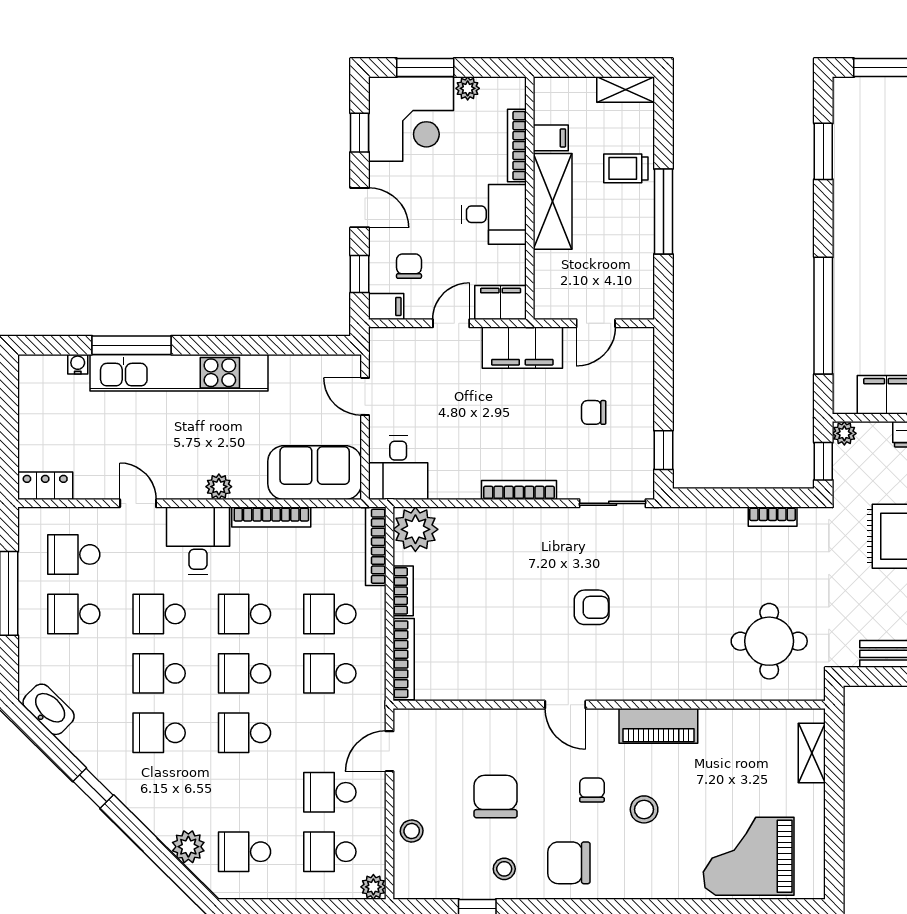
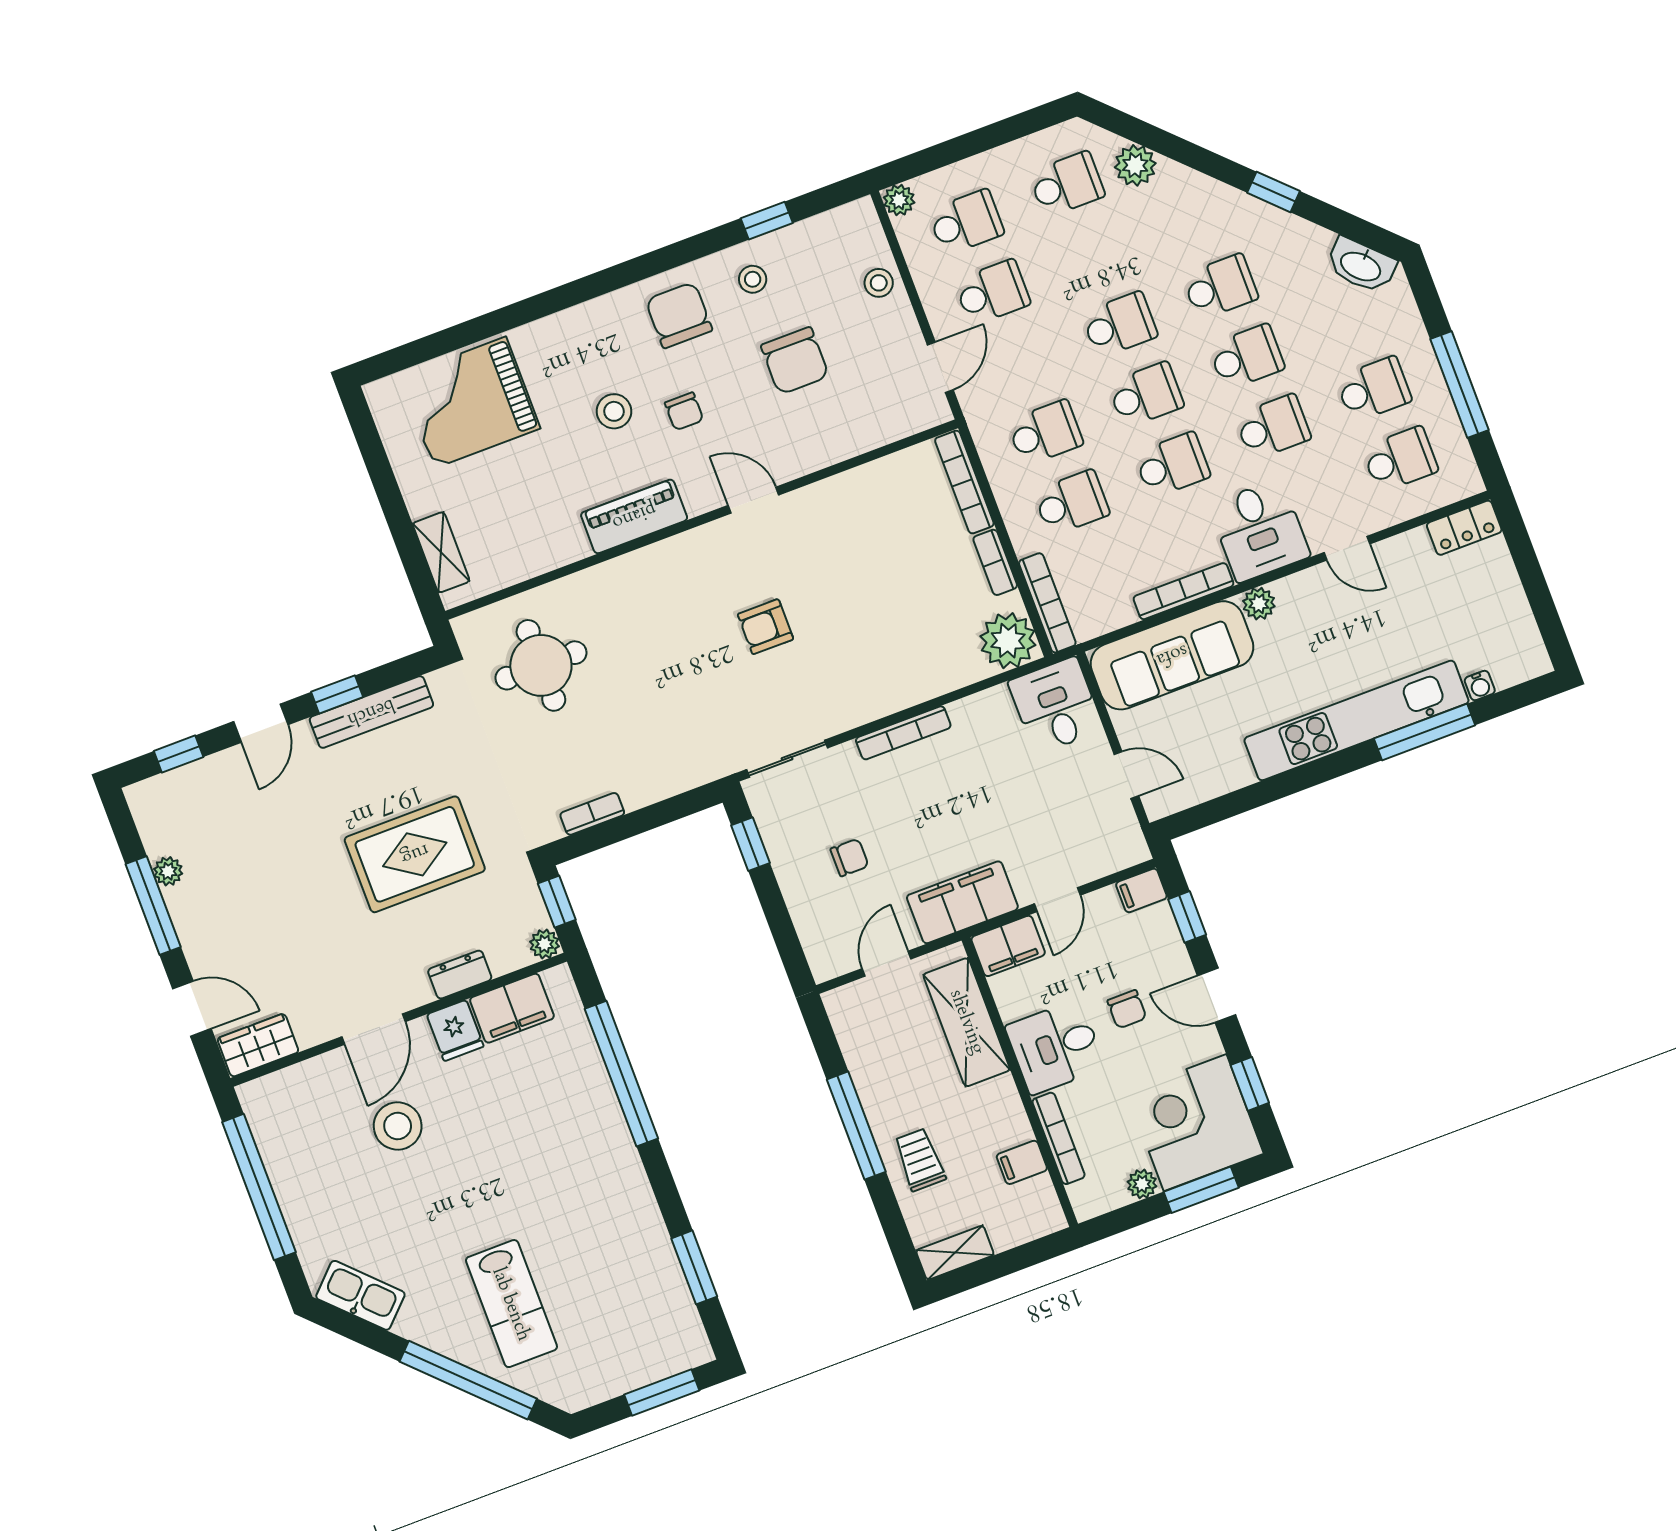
trolley: (626, 168) -> (920, 1160), turned -90
shelving: (553, 201) -> (967, 1022), moved
chair: (409, 266) -> (1127, 1009), moved
sofa: (315, 473) -> (1172, 655), width x1.36
grand piano: (749, 856) -> (470, 402), turned 180
chair: (569, 863) -> (679, 315), turned -90

